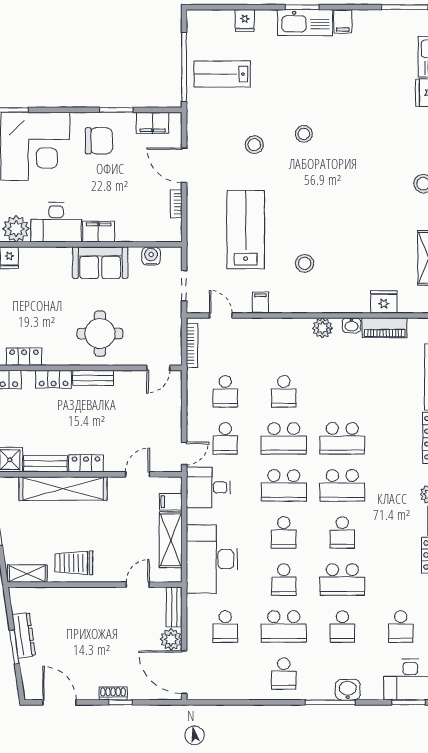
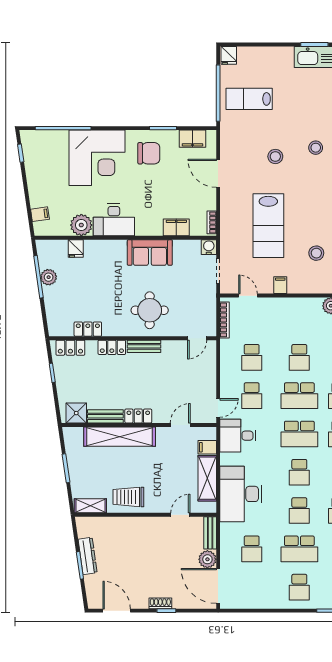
fridge: (245, 21) -> (229, 55), moved
bookcase: (176, 204) -> (212, 222), moved
lab bench: (246, 230) -> (268, 226), turned 180
filing cabinet: (98, 232) -> (176, 227), moved
water cooler: (151, 256) -> (209, 247), moved

